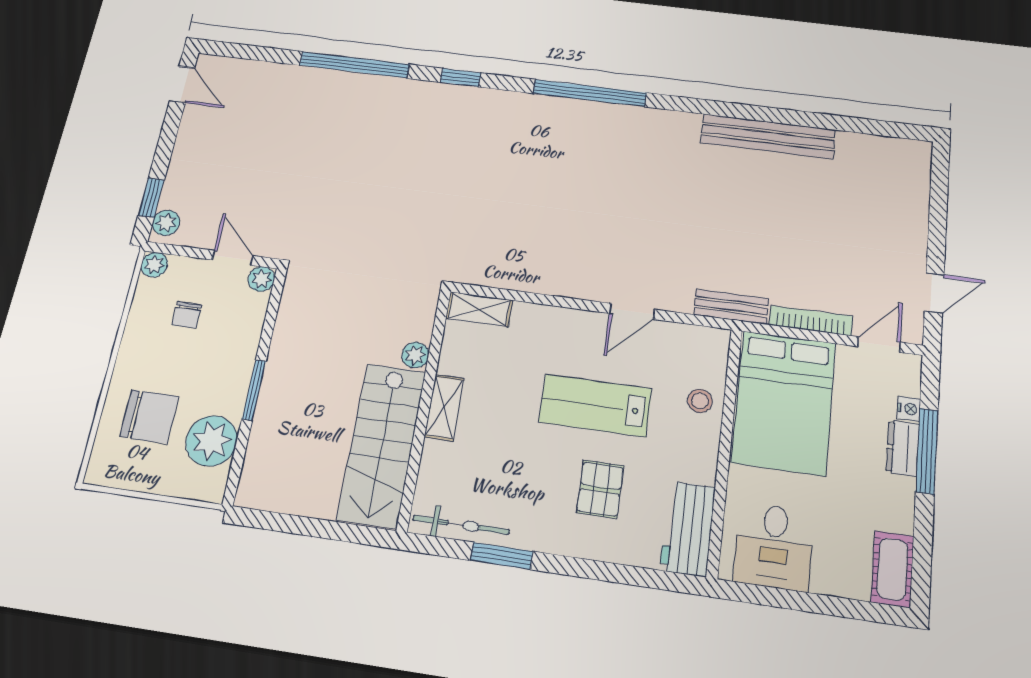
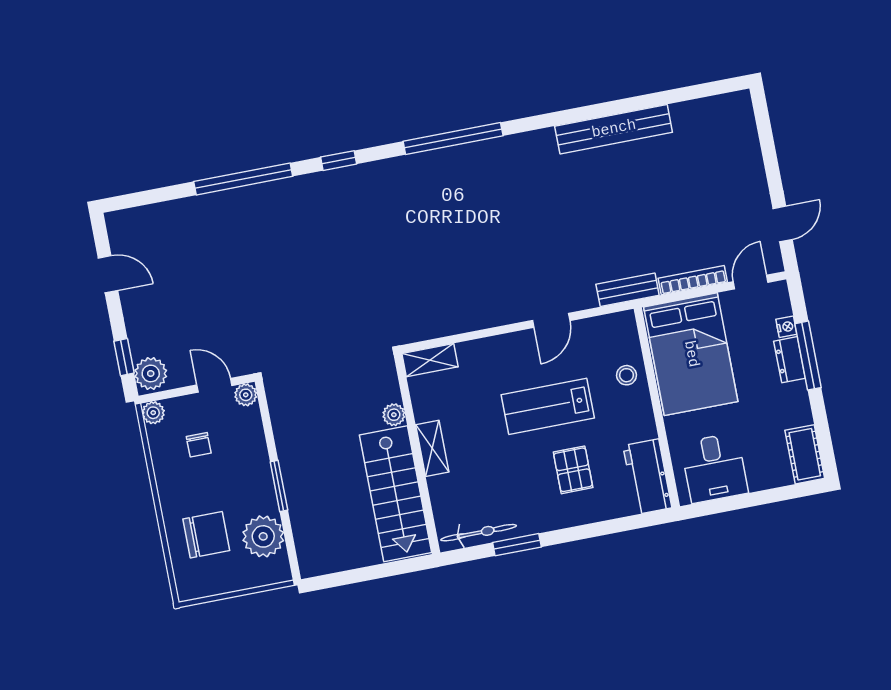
door: (182, 84) -> (108, 274), moved
plant: (166, 223) -> (151, 373), width x1.38, depth x1.38

